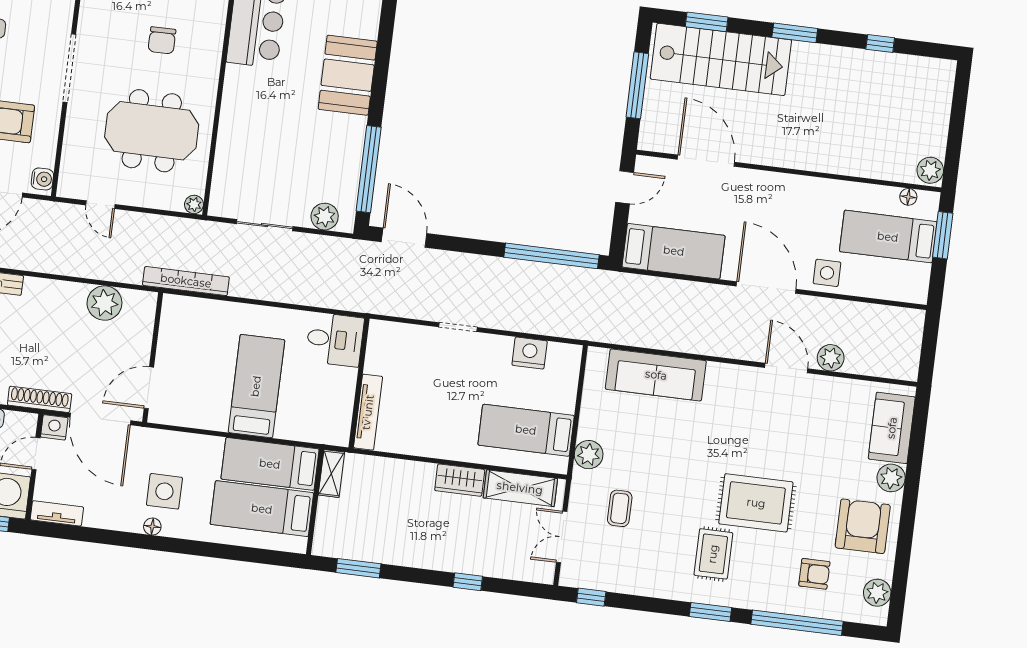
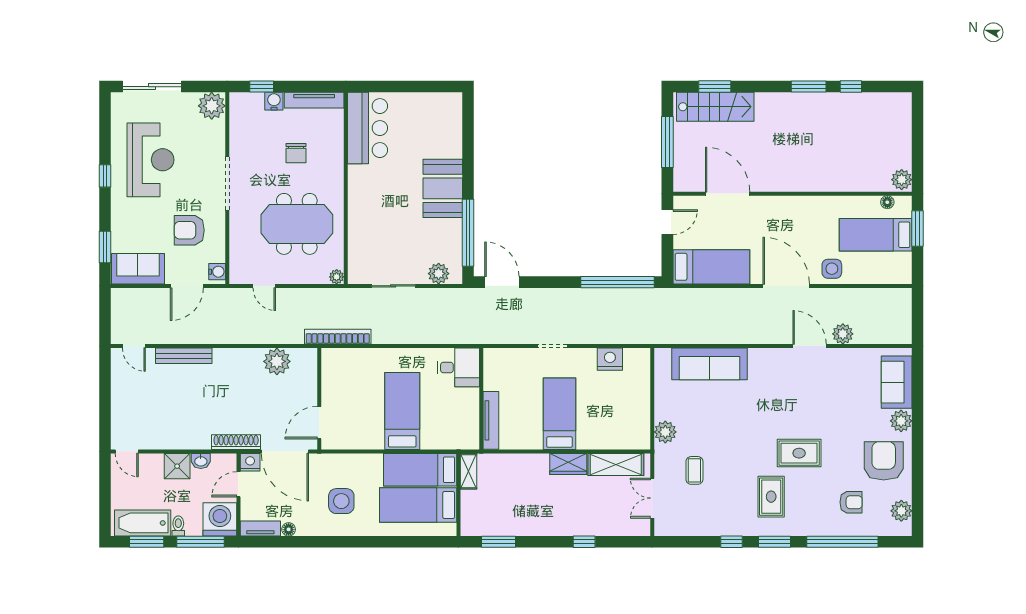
window: (795, 33) -> (809, 87), moved
stairs: (721, 59) -> (715, 107), width x0.73, depth x0.66
booth: (348, 75) -> (443, 188), moved
bed: (526, 430) -> (560, 414), moved, turned 90
rug: (756, 503) -> (799, 453), width x0.73, depth x0.70
floor lamp: (152, 526) -> (289, 529), moved
window: (591, 597) -> (731, 542), moved

